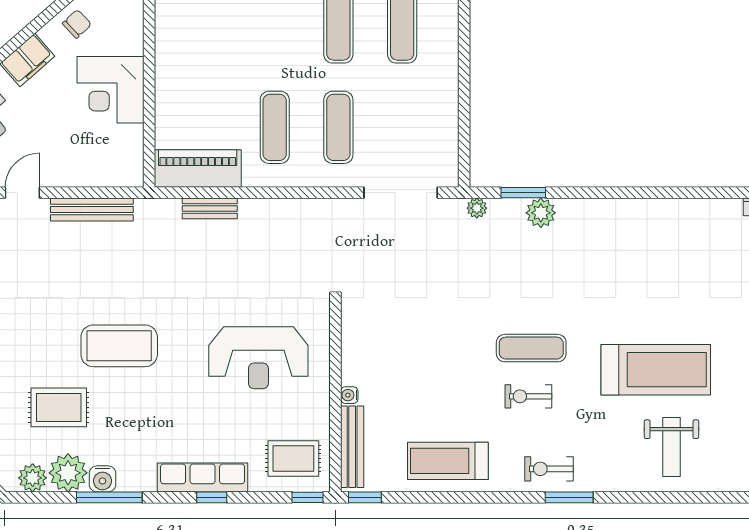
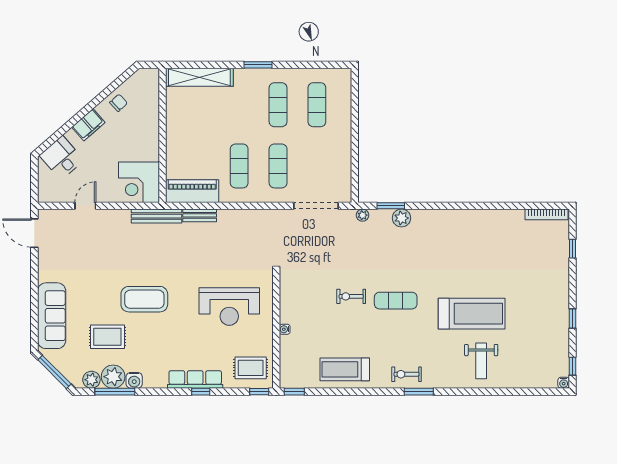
corner desk: (110, 90) -> (139, 182), moved
bench: (92, 209) -> (156, 216), moved
exercise bike: (528, 396) -> (351, 296), moved
bench: (352, 447) -> (286, 361), removed
window: (109, 497) -> (115, 392), moved

